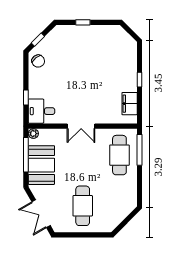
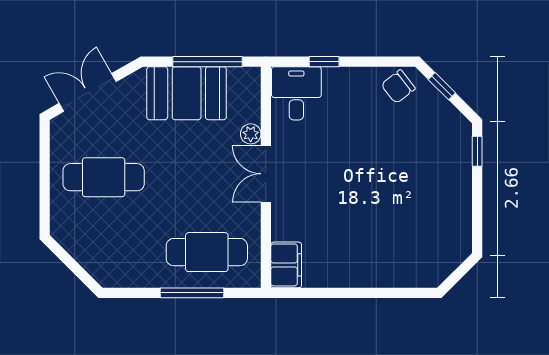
window: (83, 22) -> (477, 151), moved
window: (140, 80) -> (361, 293), removed
filing cabinet: (130, 104) -> (286, 265), moved, turned 90
plant: (33, 134) -> (251, 134), moved
window: (140, 150) -> (192, 293), moved

